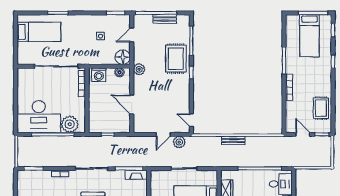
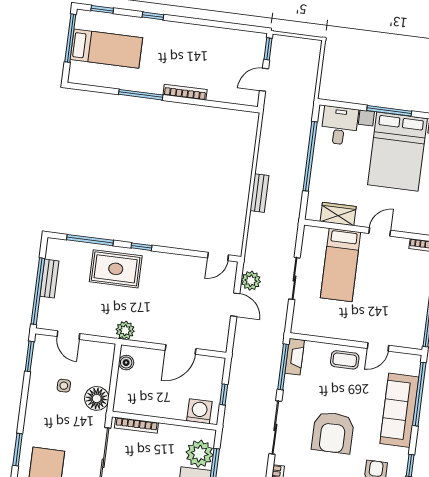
floor lamp: (123, 57) -> (97, 398), moved
washing machine: (99, 75) -> (199, 411), moved, turned -90
rug: (321, 108) -> (225, 45), removed

